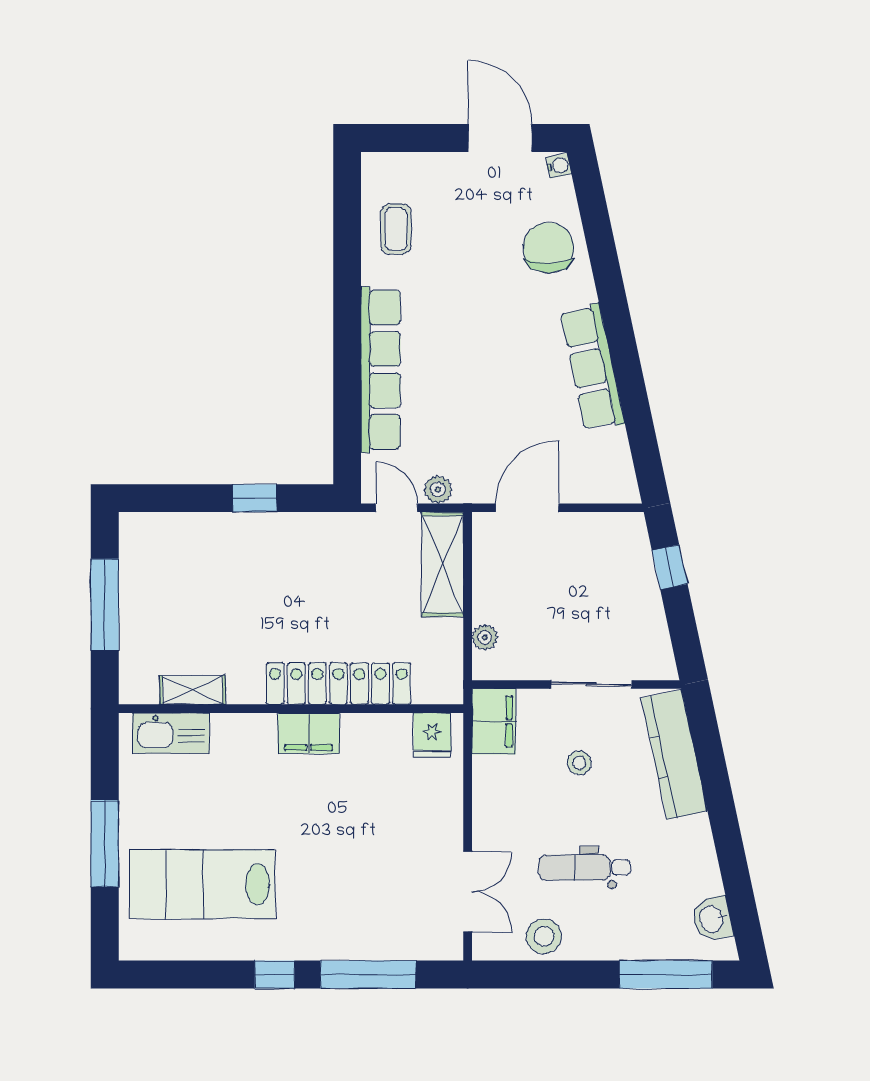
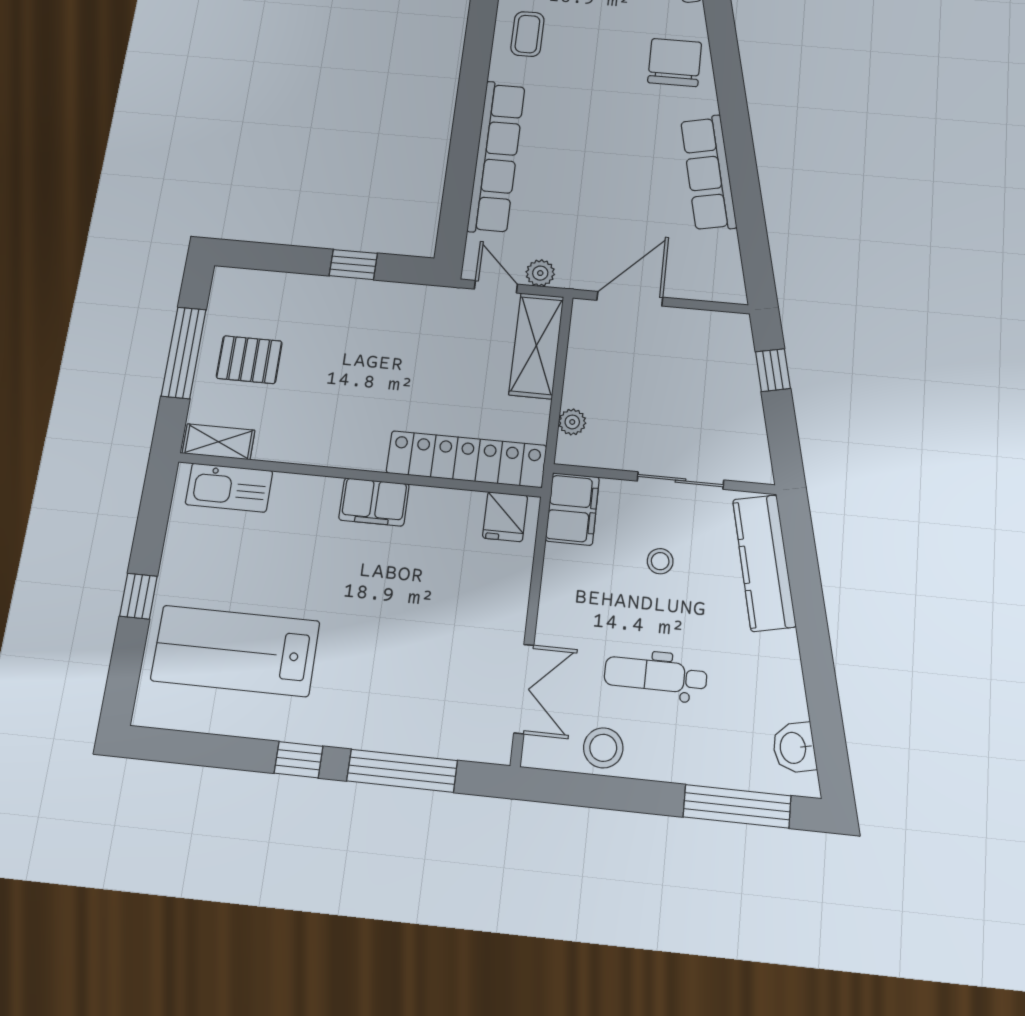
pallet: (169, 606) -> (249, 360), added
locker: (338, 684) -> (467, 459), moved
shelving: (193, 690) -> (219, 442), moved
window: (105, 844) -> (138, 596), width x0.46

